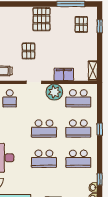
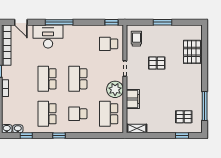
pallet: (41, 19) -> (192, 52), moved, turned 90
school desk: (78, 129) -> (78, 114), width x0.54
window: (100, 129) -> (59, 135), moved

